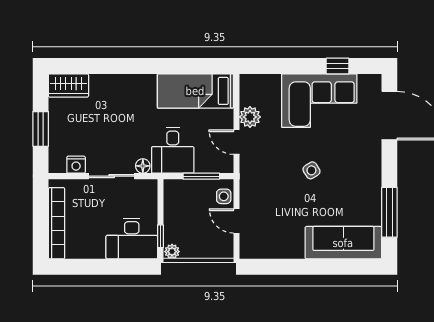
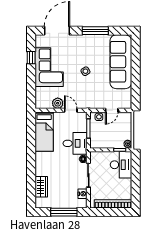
wardrobe: (68, 85) -> (41, 187), moved
window: (41, 129) -> (64, 212), width x1.44
door: (236, 142) -> (71, 110), swing flipped
window: (389, 212) -> (95, 31), moved
sofa: (343, 243) -> (121, 62), width x1.36, depth x1.27

